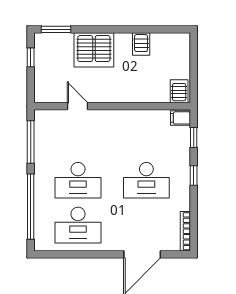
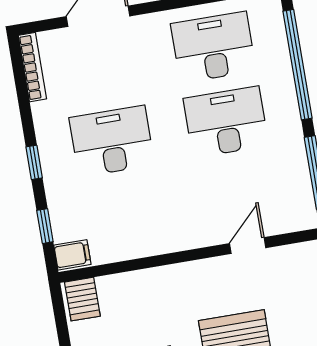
door: (78, 106) -> (248, 246), swing flipped

